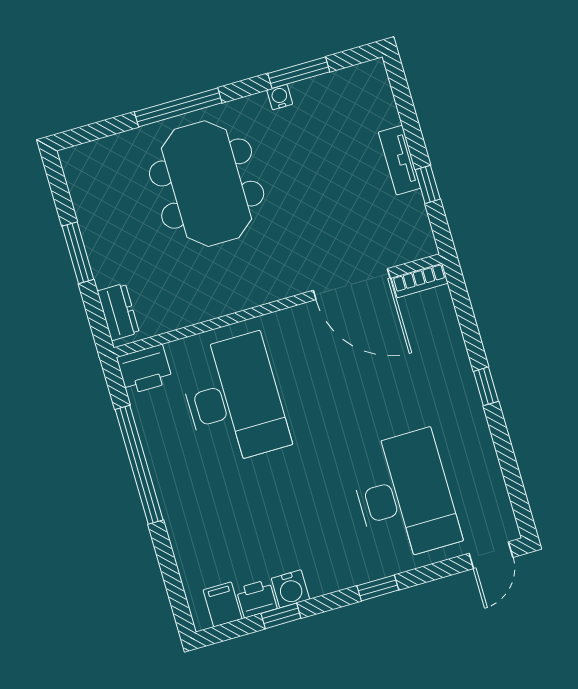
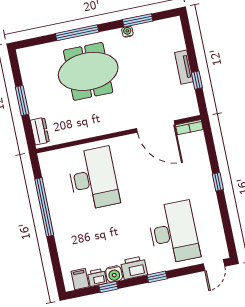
meeting table: (207, 184) -> (88, 71), turned 90
printer: (145, 370) -> (134, 268), moved, turned 180

